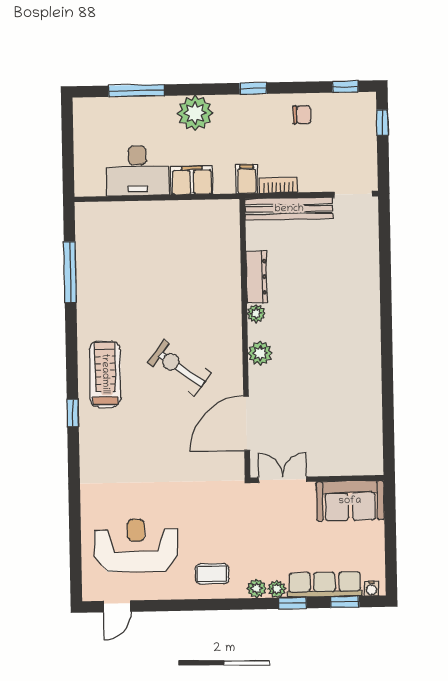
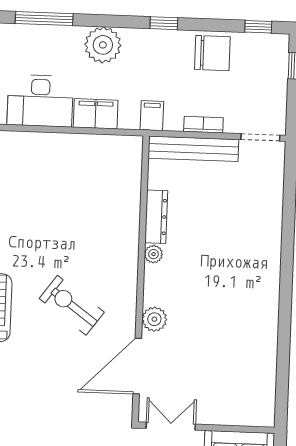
chair: (302, 115) -> (212, 53), width x1.87, depth x1.87
bookcase: (278, 185) -> (203, 125), moved
plant: (260, 353) -> (154, 319), moved

